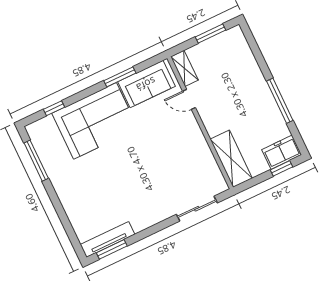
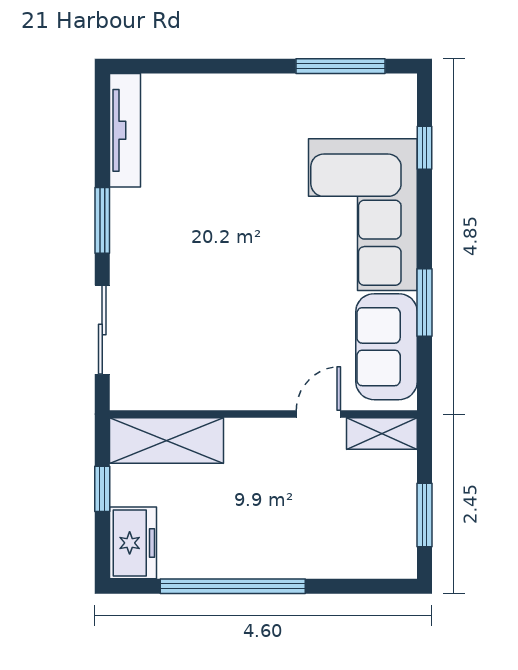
window: (280, 101) -> (233, 586), width x1.46
window: (281, 168) -> (102, 489), moved
window: (112, 249) -> (102, 220), moved

